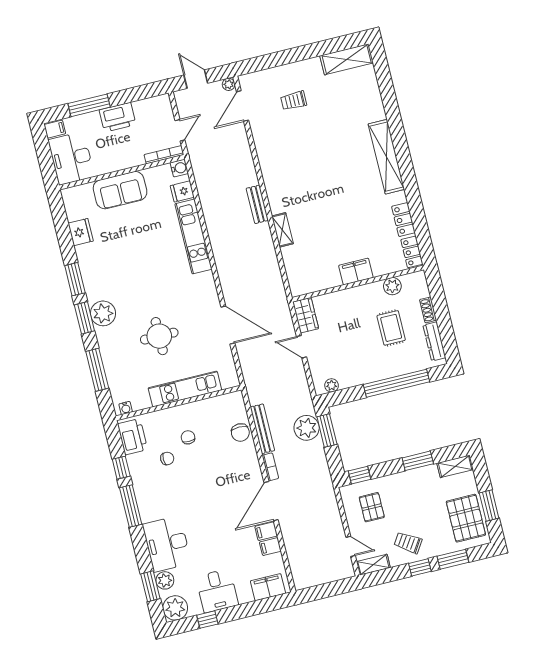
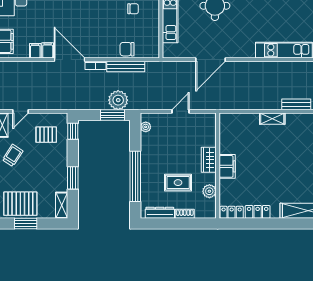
wardrobe: (306, 315) -> (209, 160), moved, turned 90

